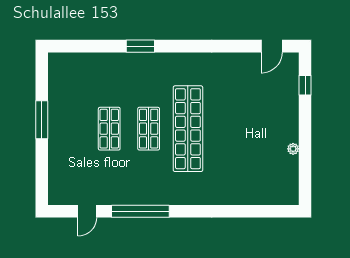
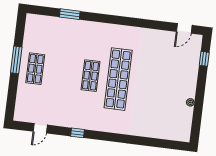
window: (140, 46) -> (70, 14), moved
shop shelf: (109, 129) -> (35, 69), moved
window: (140, 211) -> (78, 133), width x0.32

